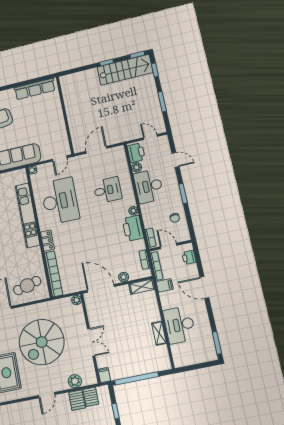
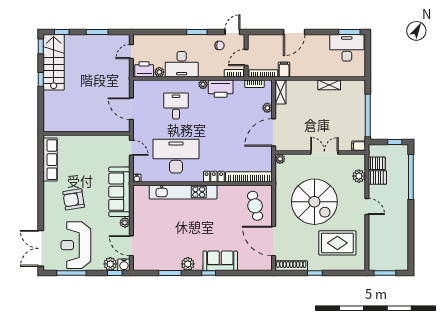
door: (175, 160) -> (232, 32), moved
printer: (189, 257) -> (262, 40), removed
desk: (179, 325) -> (347, 48), moved, turned 180

